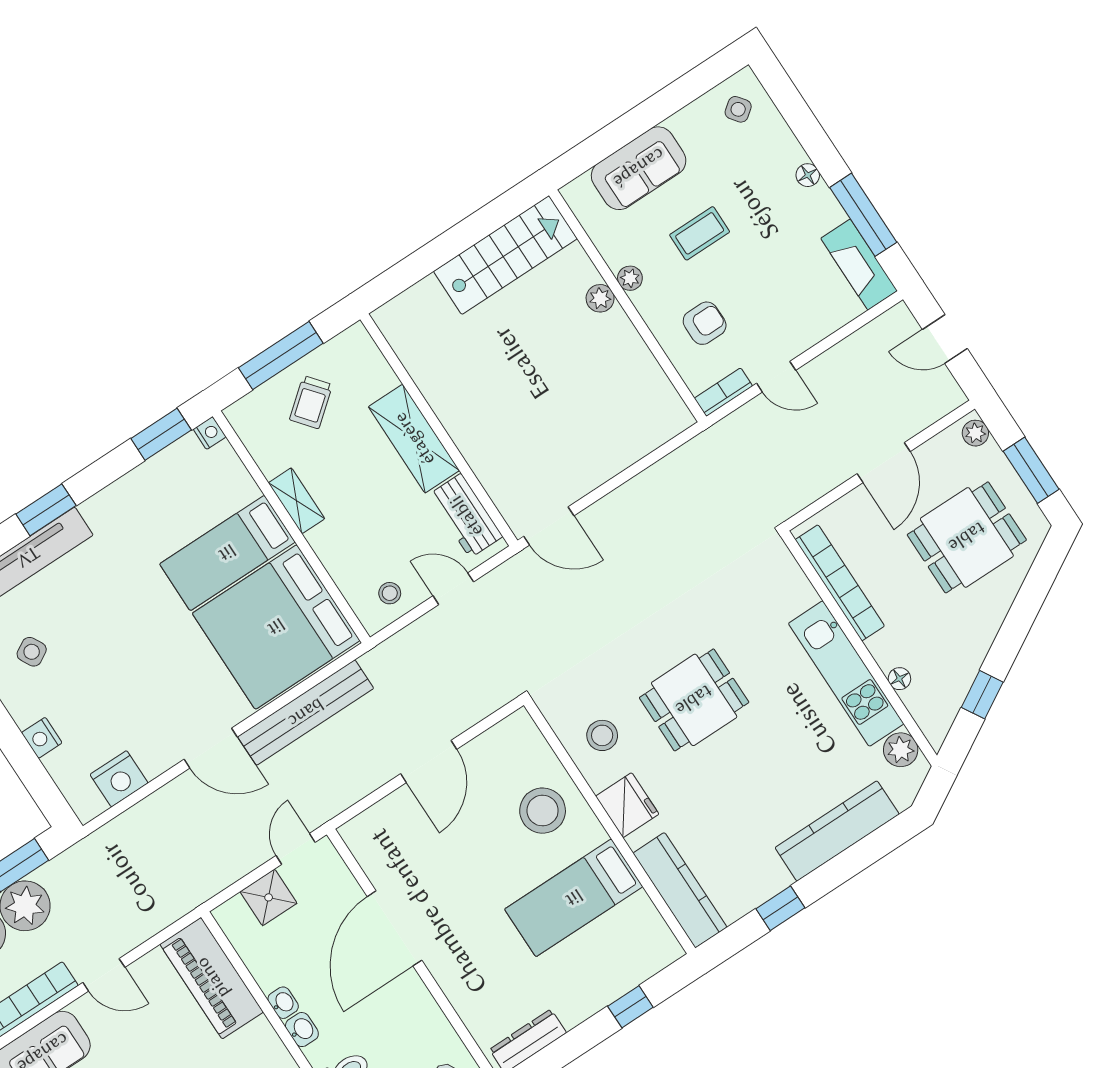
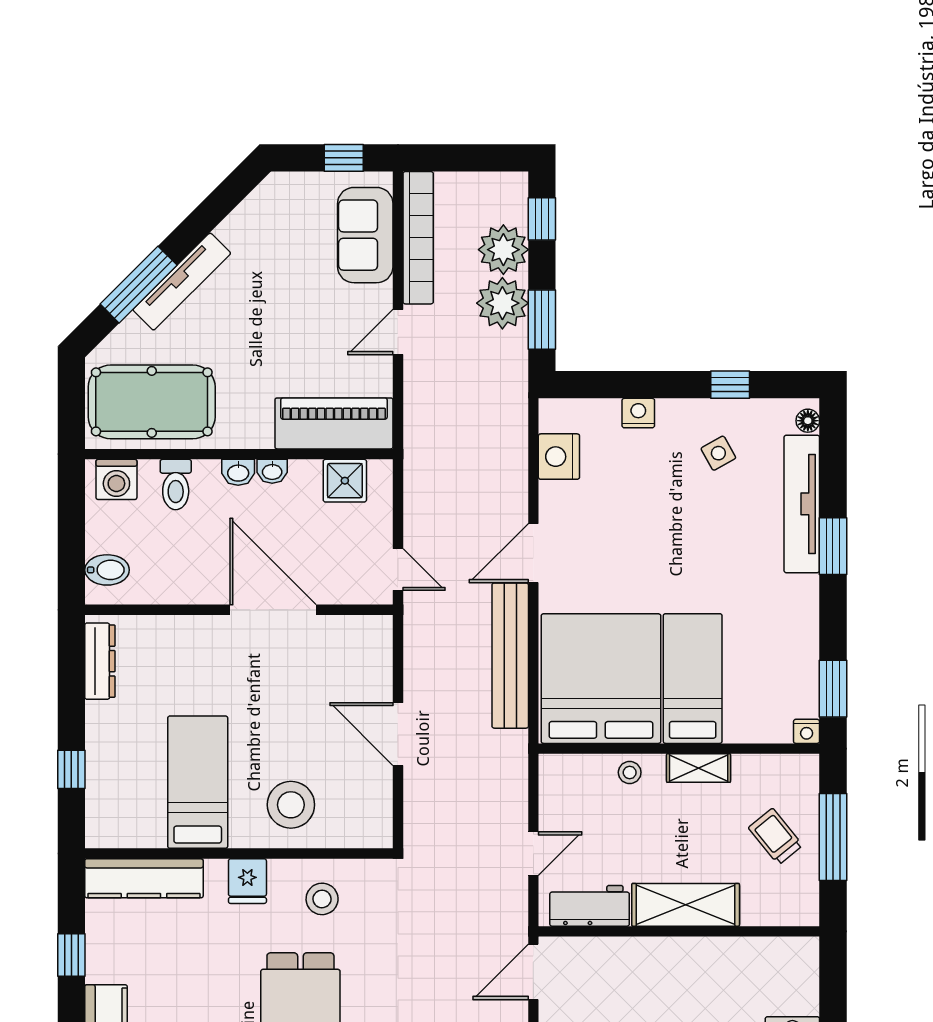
stool: (390, 593) -> (630, 772), moved
fridge: (627, 805) -> (247, 881), width x0.72
shower: (269, 897) -> (345, 481), moved

